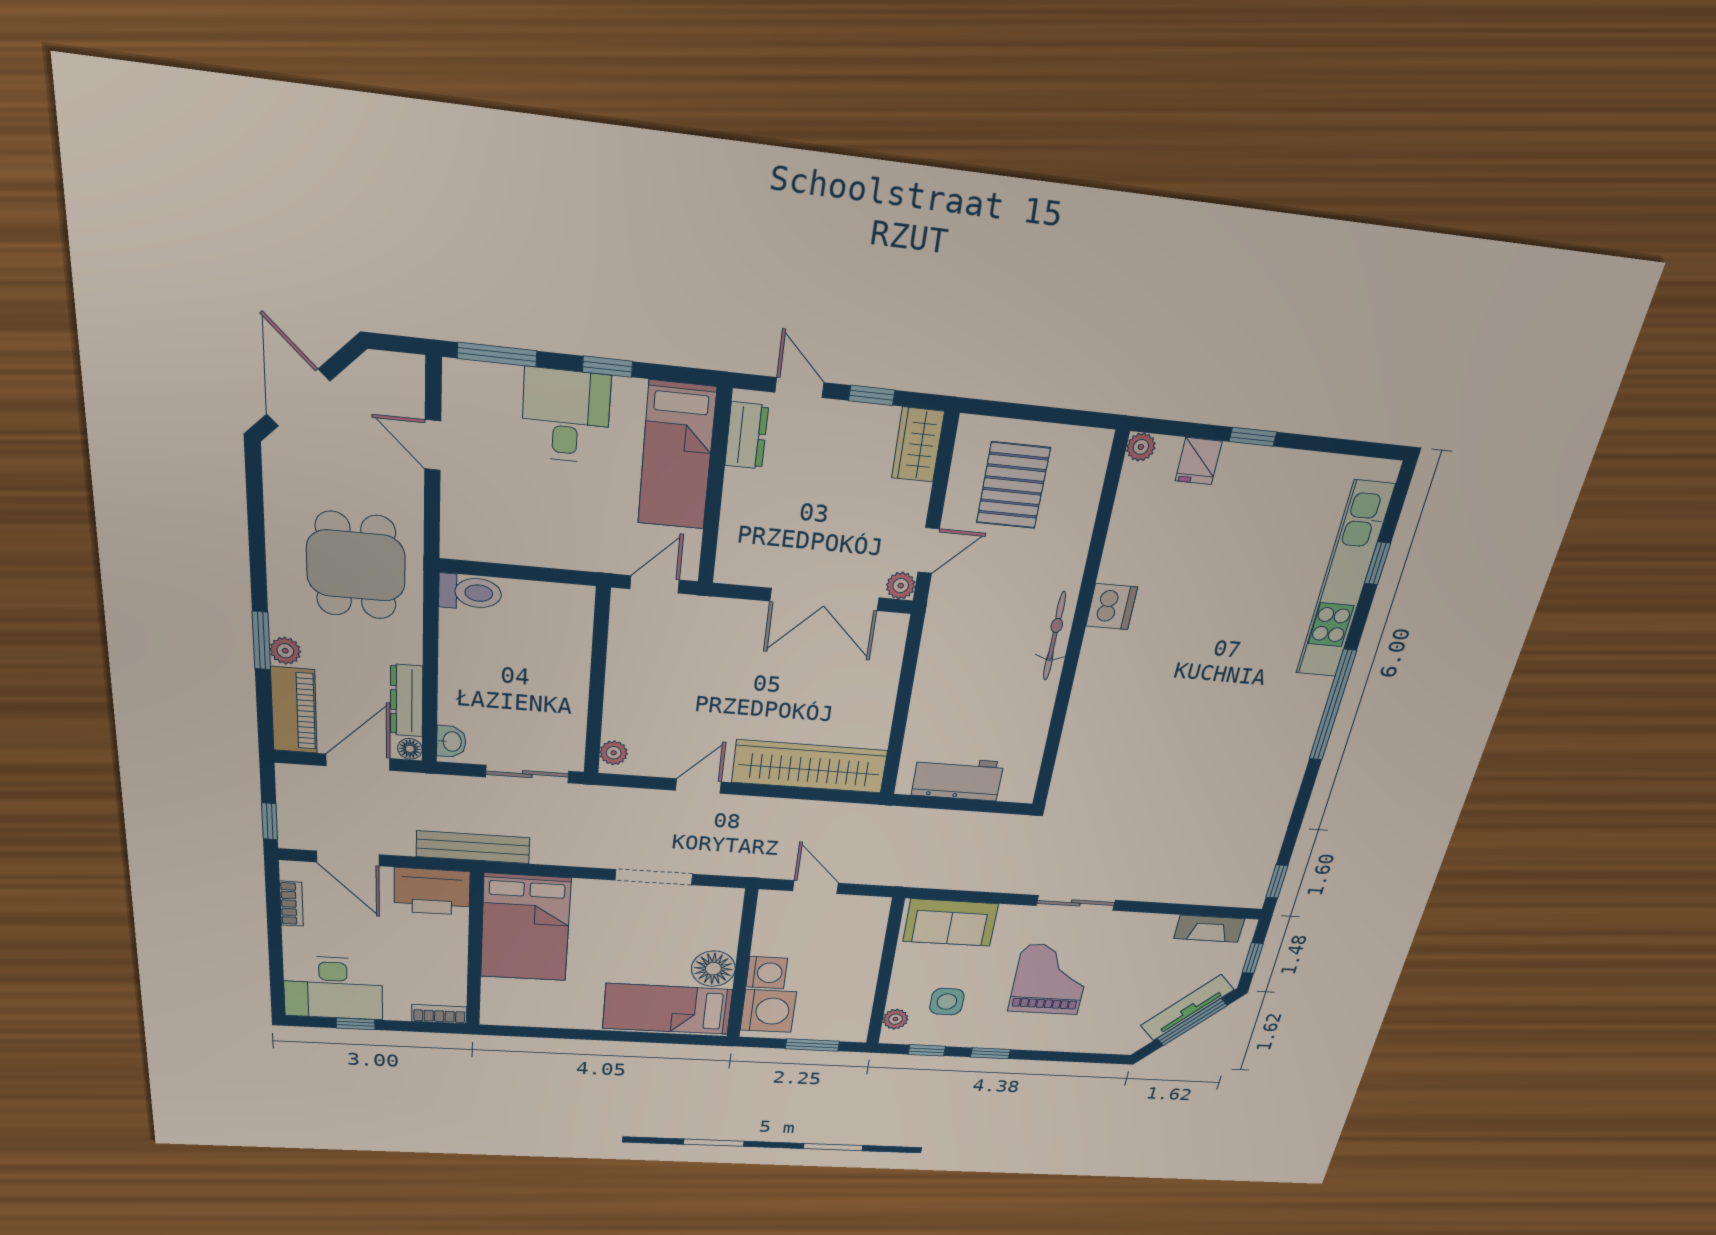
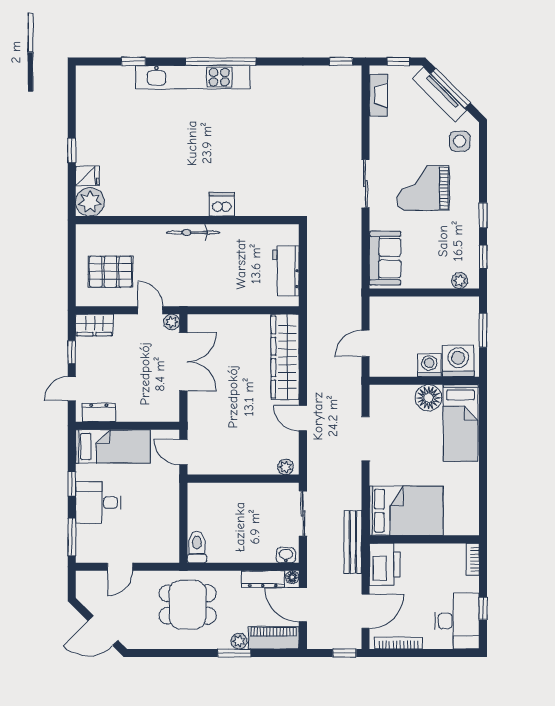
plant: (1141, 447) -> (90, 202), width x1.88, depth x1.88
kitchen unit: (1344, 581) -> (193, 77), moved
dishwasher: (1112, 607) -> (222, 204), moved
bookcase: (291, 904) -> (399, 643), width x1.56
side table: (947, 1002) -> (460, 141), moved

